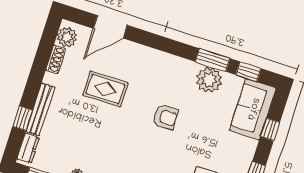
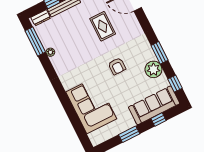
window: (213, 60) -> (160, 53), moved
sofa: (253, 109) -> (154, 105), width x1.36

